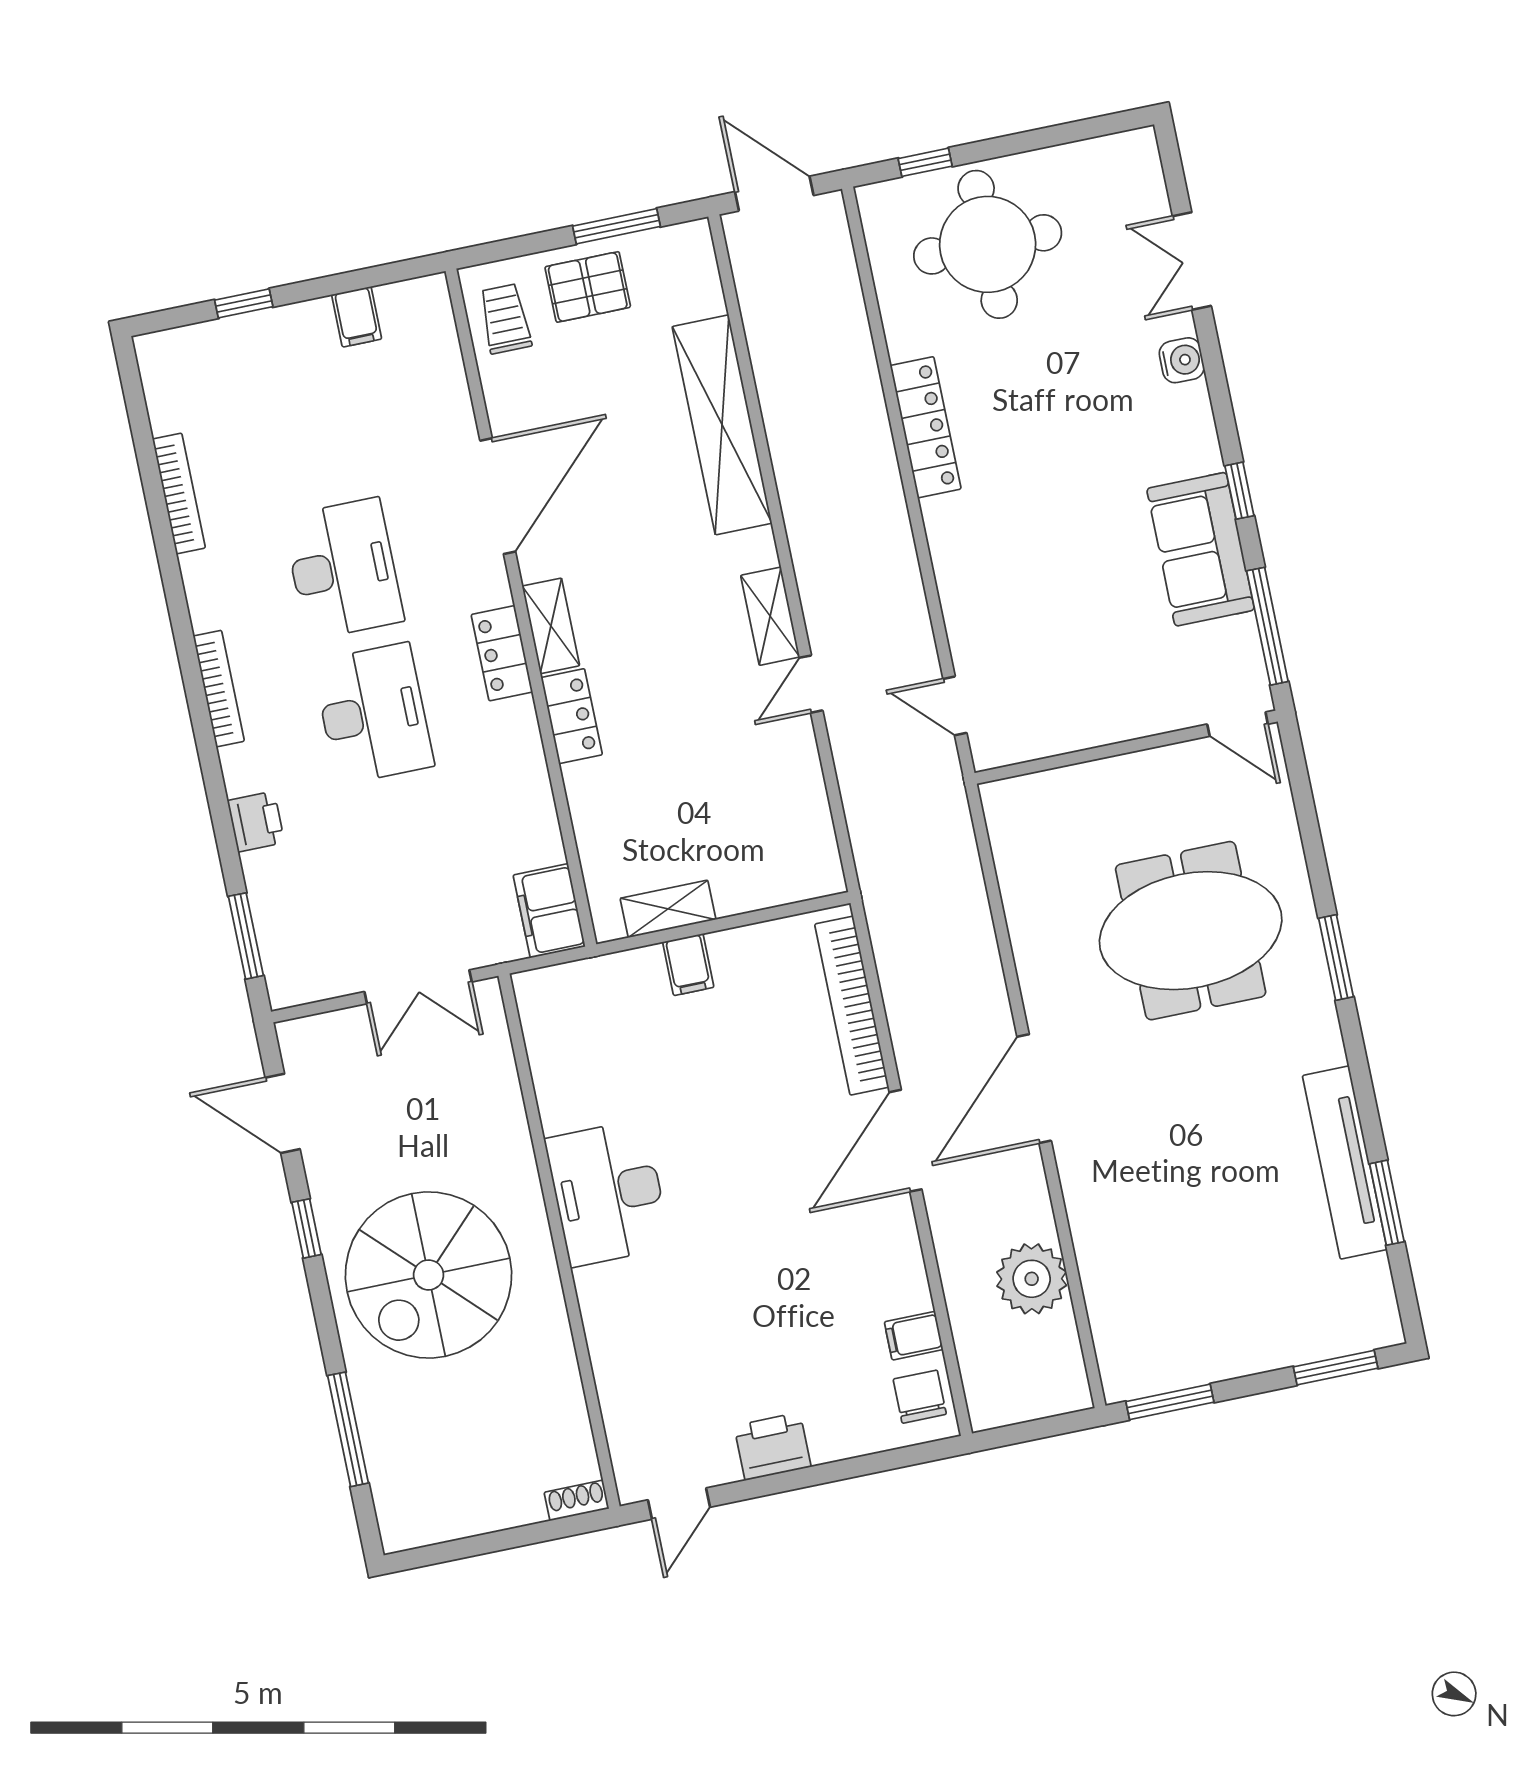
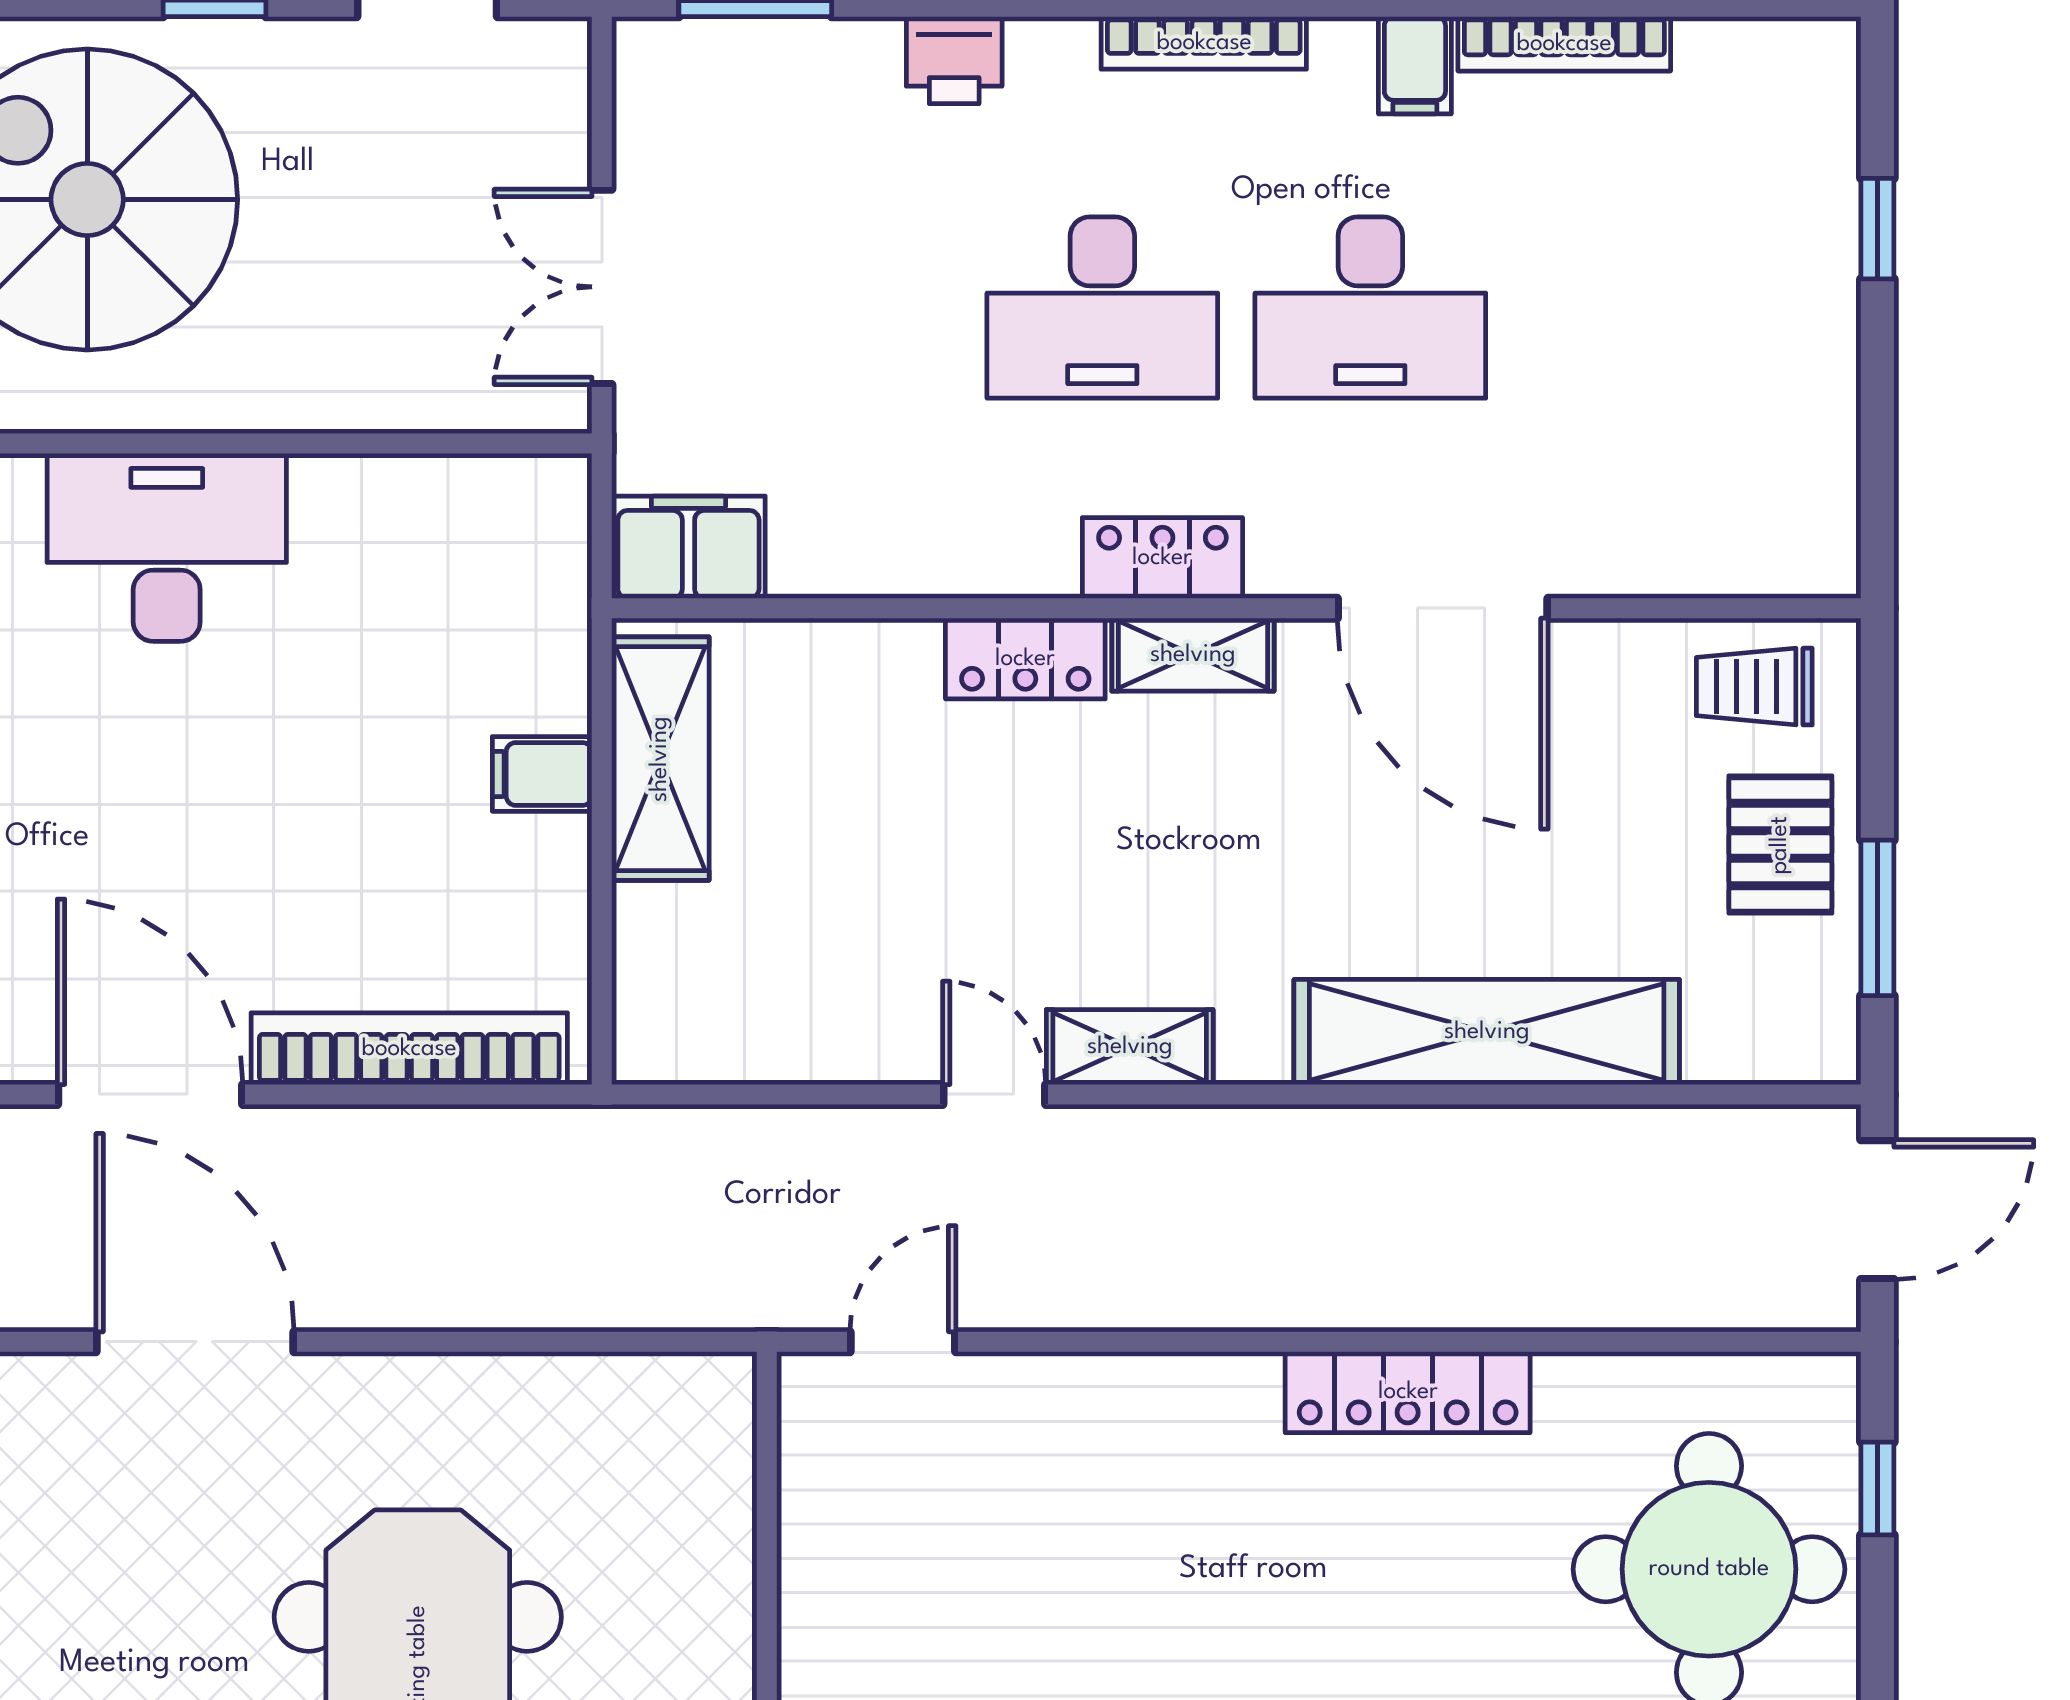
filing cabinet: (357, 317) -> (1415, 65), moved, turned -90
trolley: (505, 319) -> (1754, 687), turned 180
shelving: (668, 909) -> (660, 759), width x1.50, depth x1.33

